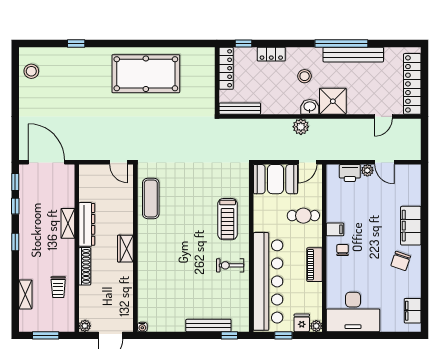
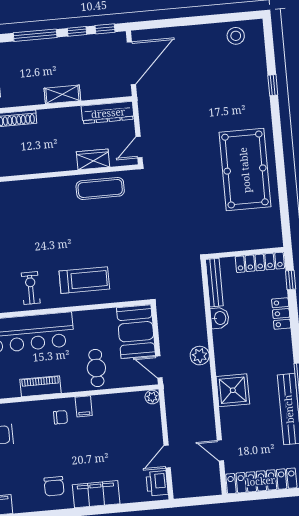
stool: (305, 76) -> (259, 355), removed
washbasin: (310, 107) -> (220, 318), moved
plant: (367, 170) -> (152, 397), moved
printer: (350, 173) -> (157, 483), moved
treadmill: (228, 219) -> (84, 280), turned 180
dresser: (87, 224) -> (108, 113), moved
window: (15, 242) -> (35, 35), width x2.17
wardrobe: (125, 249) -> (93, 159), moved
chair: (401, 261) -> (54, 486), turned -109

